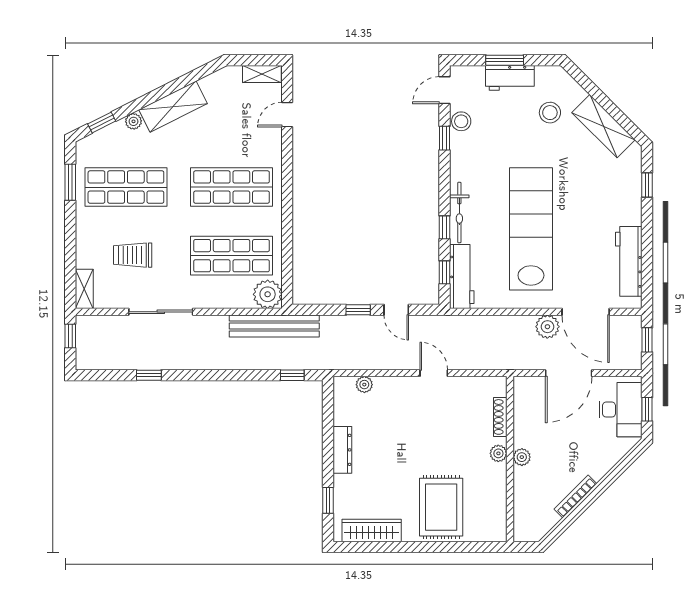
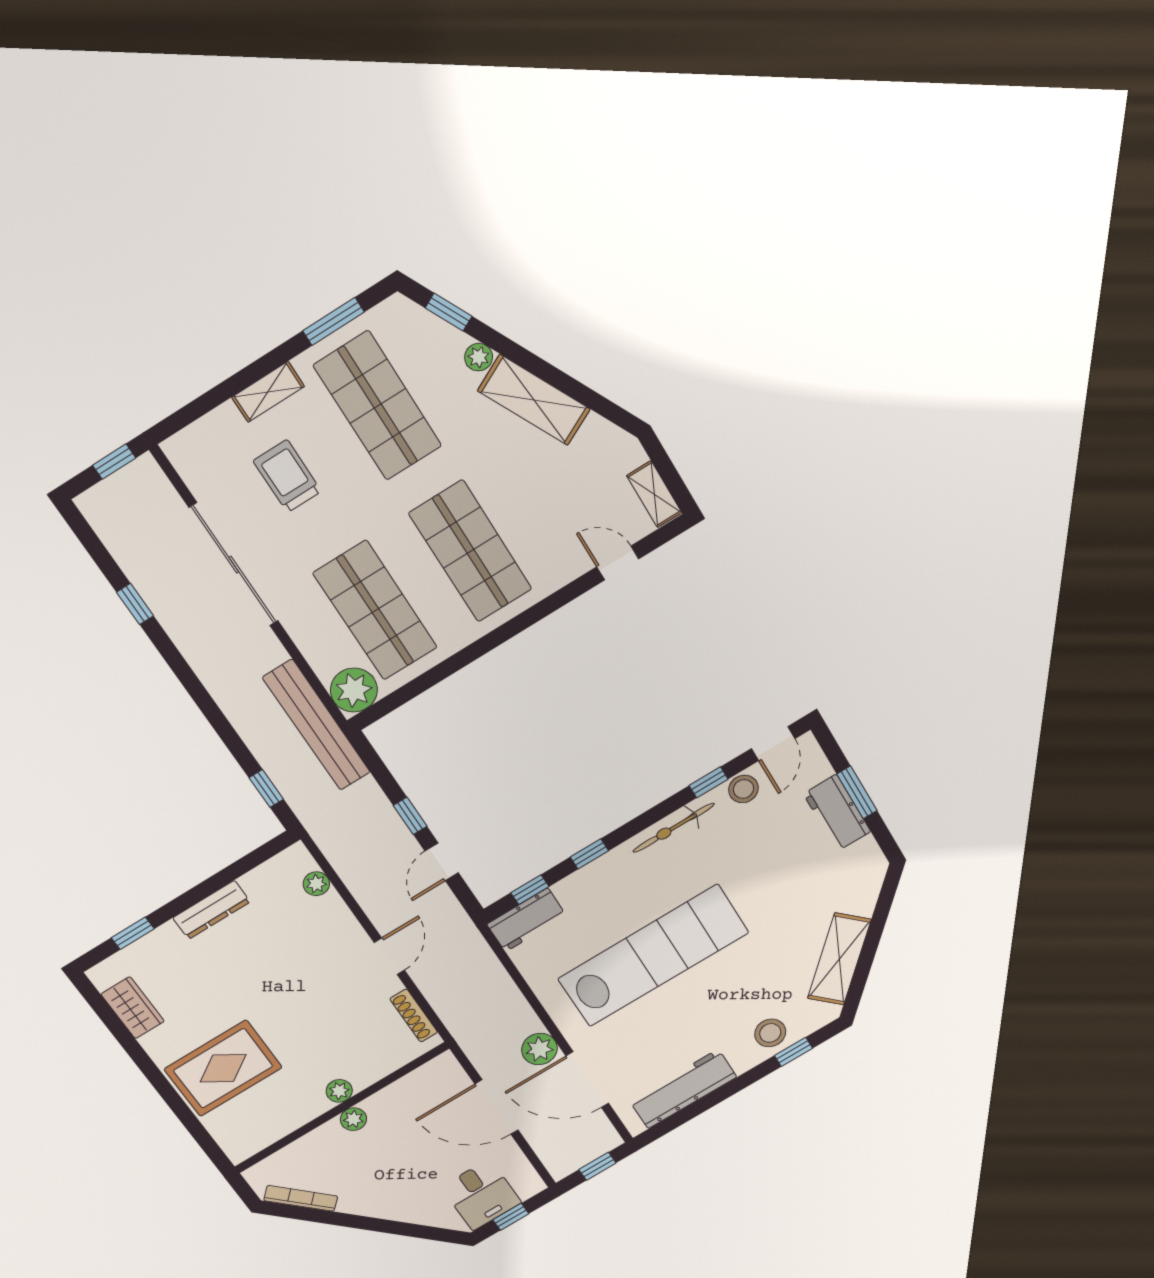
door: (445, 90) -> (773, 744), swing flipped
stool: (550, 113) -> (770, 1033), moved
bicycle: (459, 212) -> (674, 828), moved
workbench: (462, 277) -> (526, 920), width x0.73
shelving: (84, 289) -> (268, 392), moved
sliding door: (161, 312) -> (234, 565), width x1.36
door: (586, 312) -> (587, 1080), hinge flipped
desk: (621, 410) -> (481, 1195), width x0.73
shoe rack: (500, 417) -> (414, 1016), moved, turned -90
bookcase: (575, 496) -> (301, 1198), moved
wardrobe: (372, 530) -> (133, 1008), width x0.67

